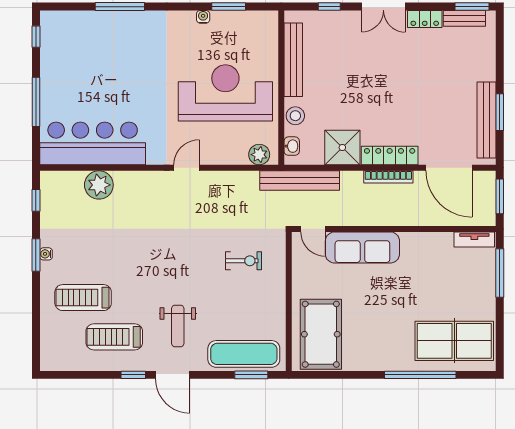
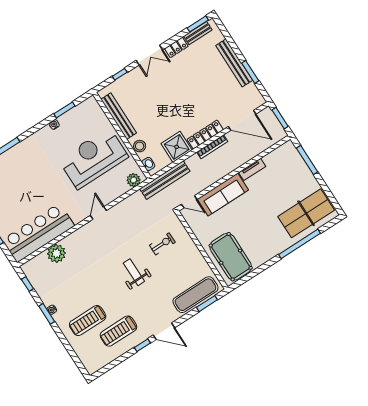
bench: (486, 120) -> (234, 63), moved
tv unit: (474, 239) -> (252, 169), moved
weight bench: (178, 326) -> (134, 272), moved, turned 180

